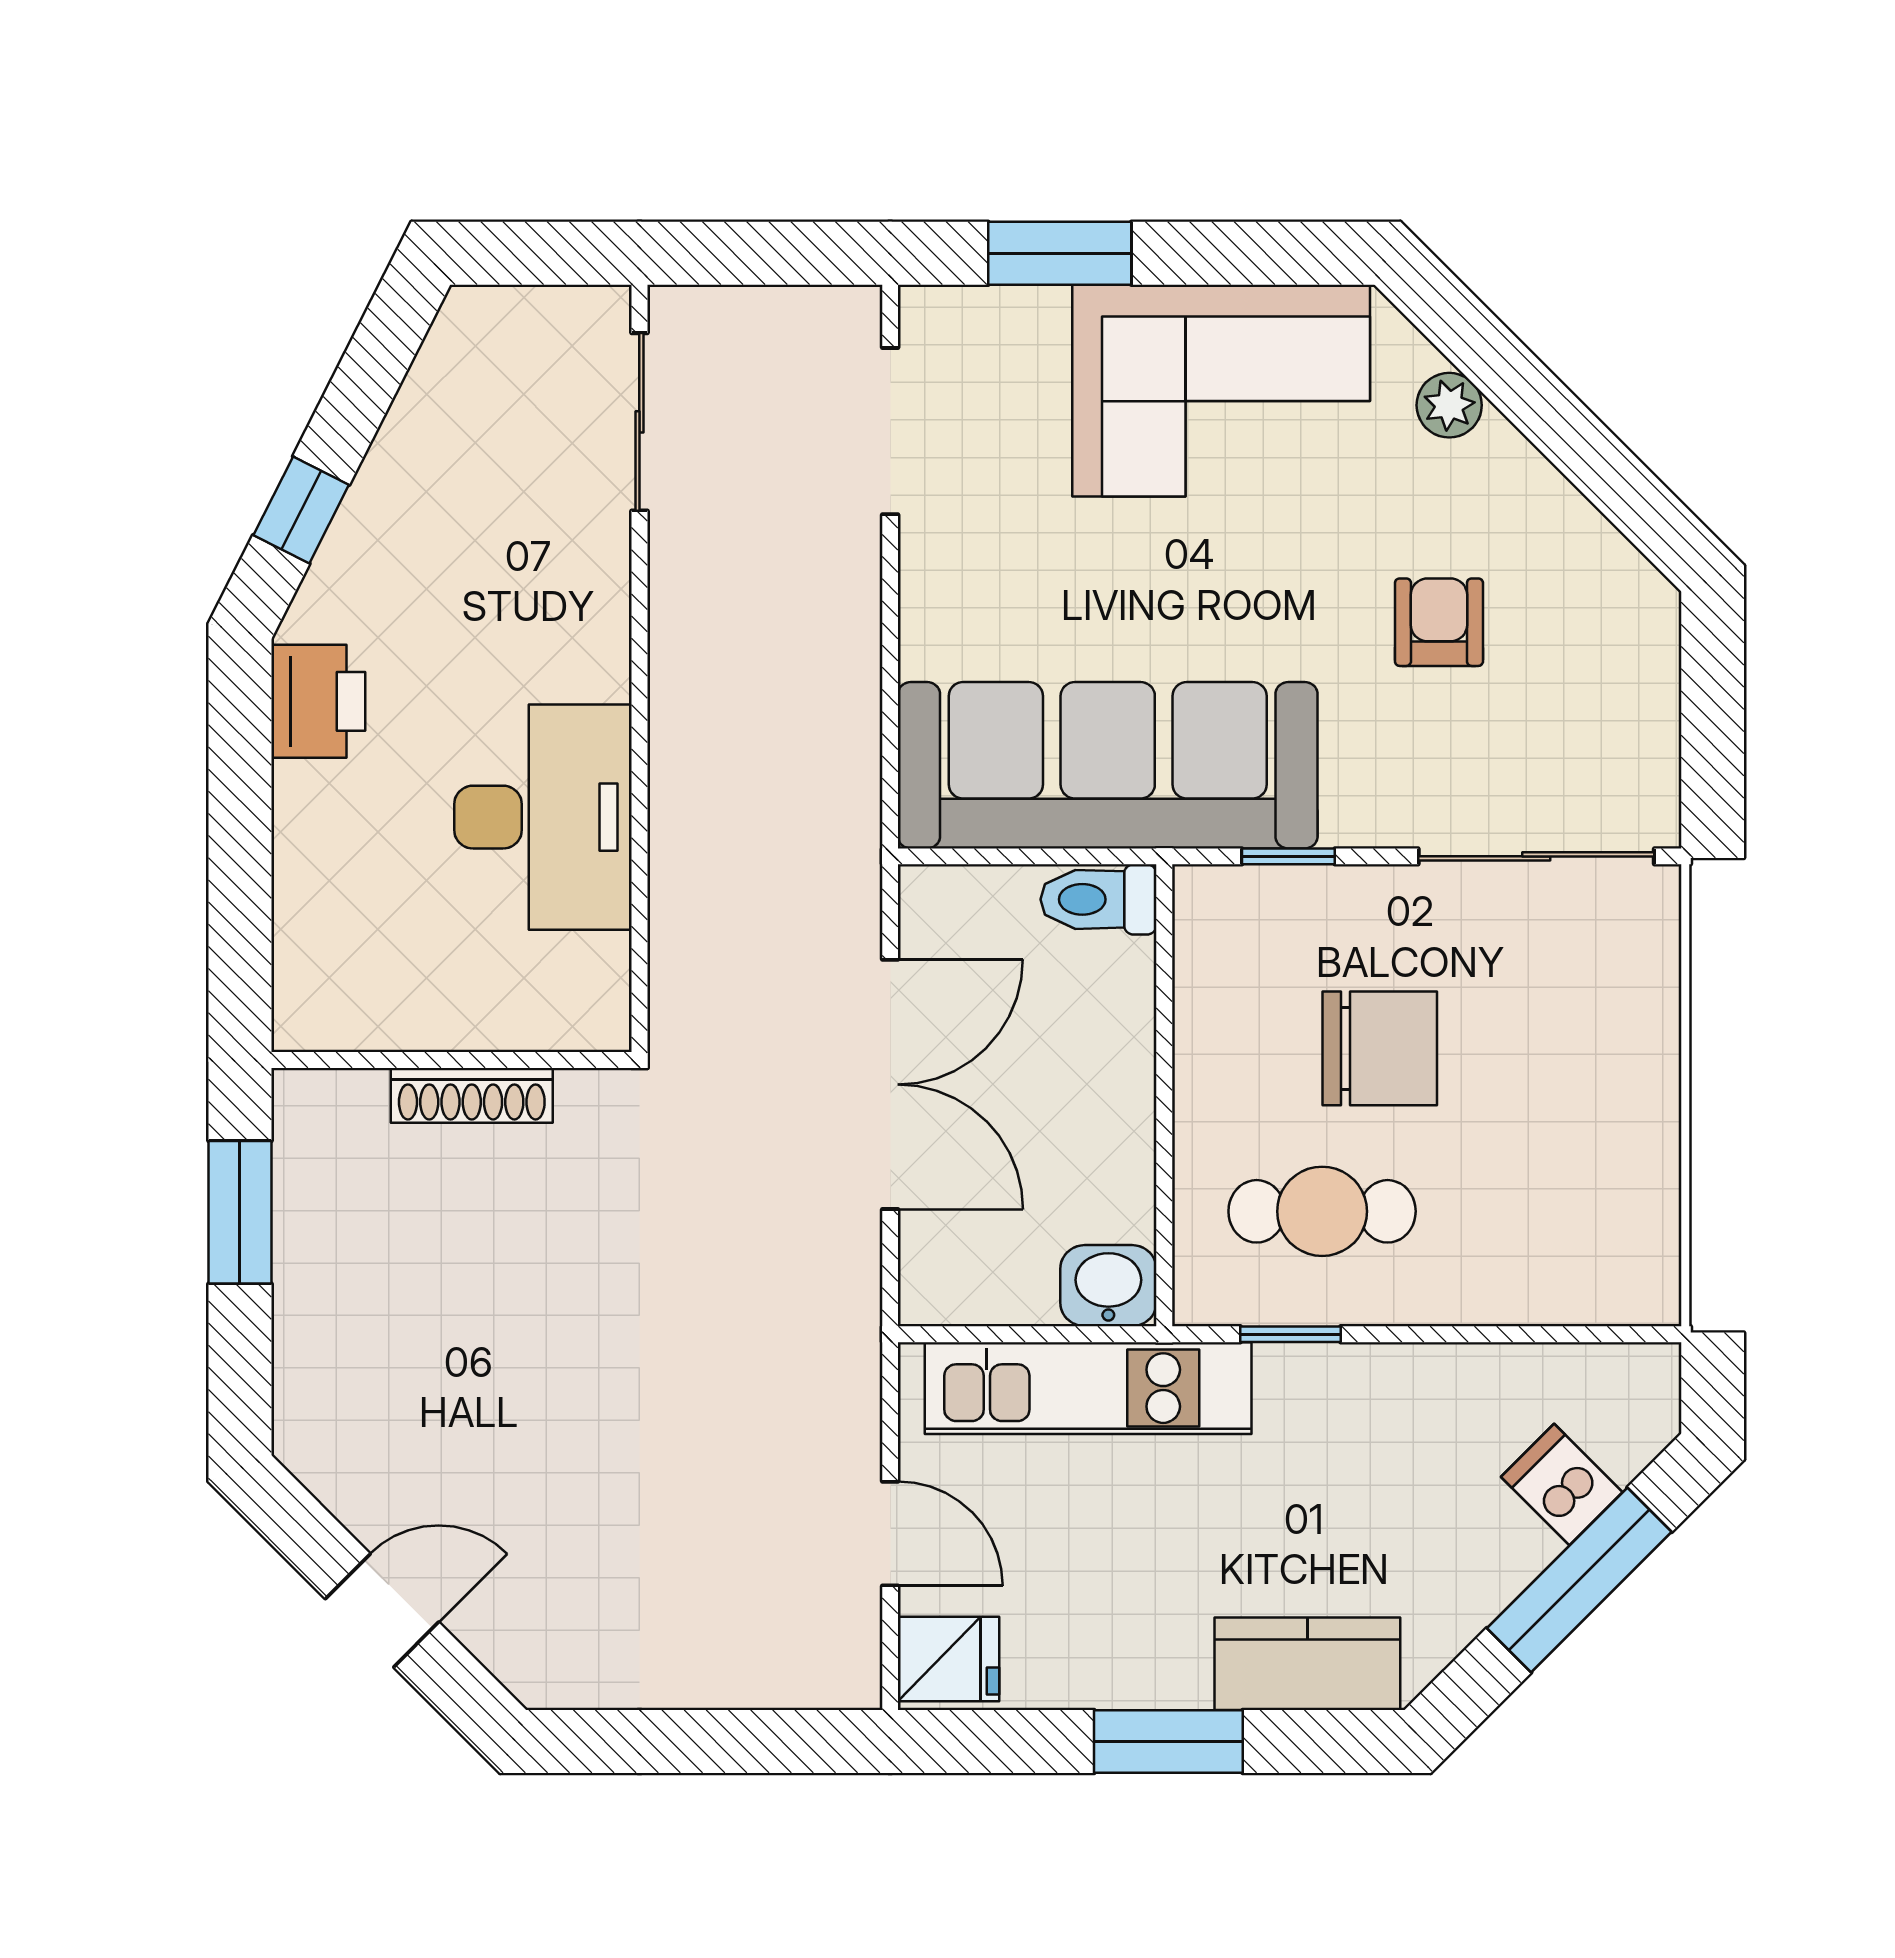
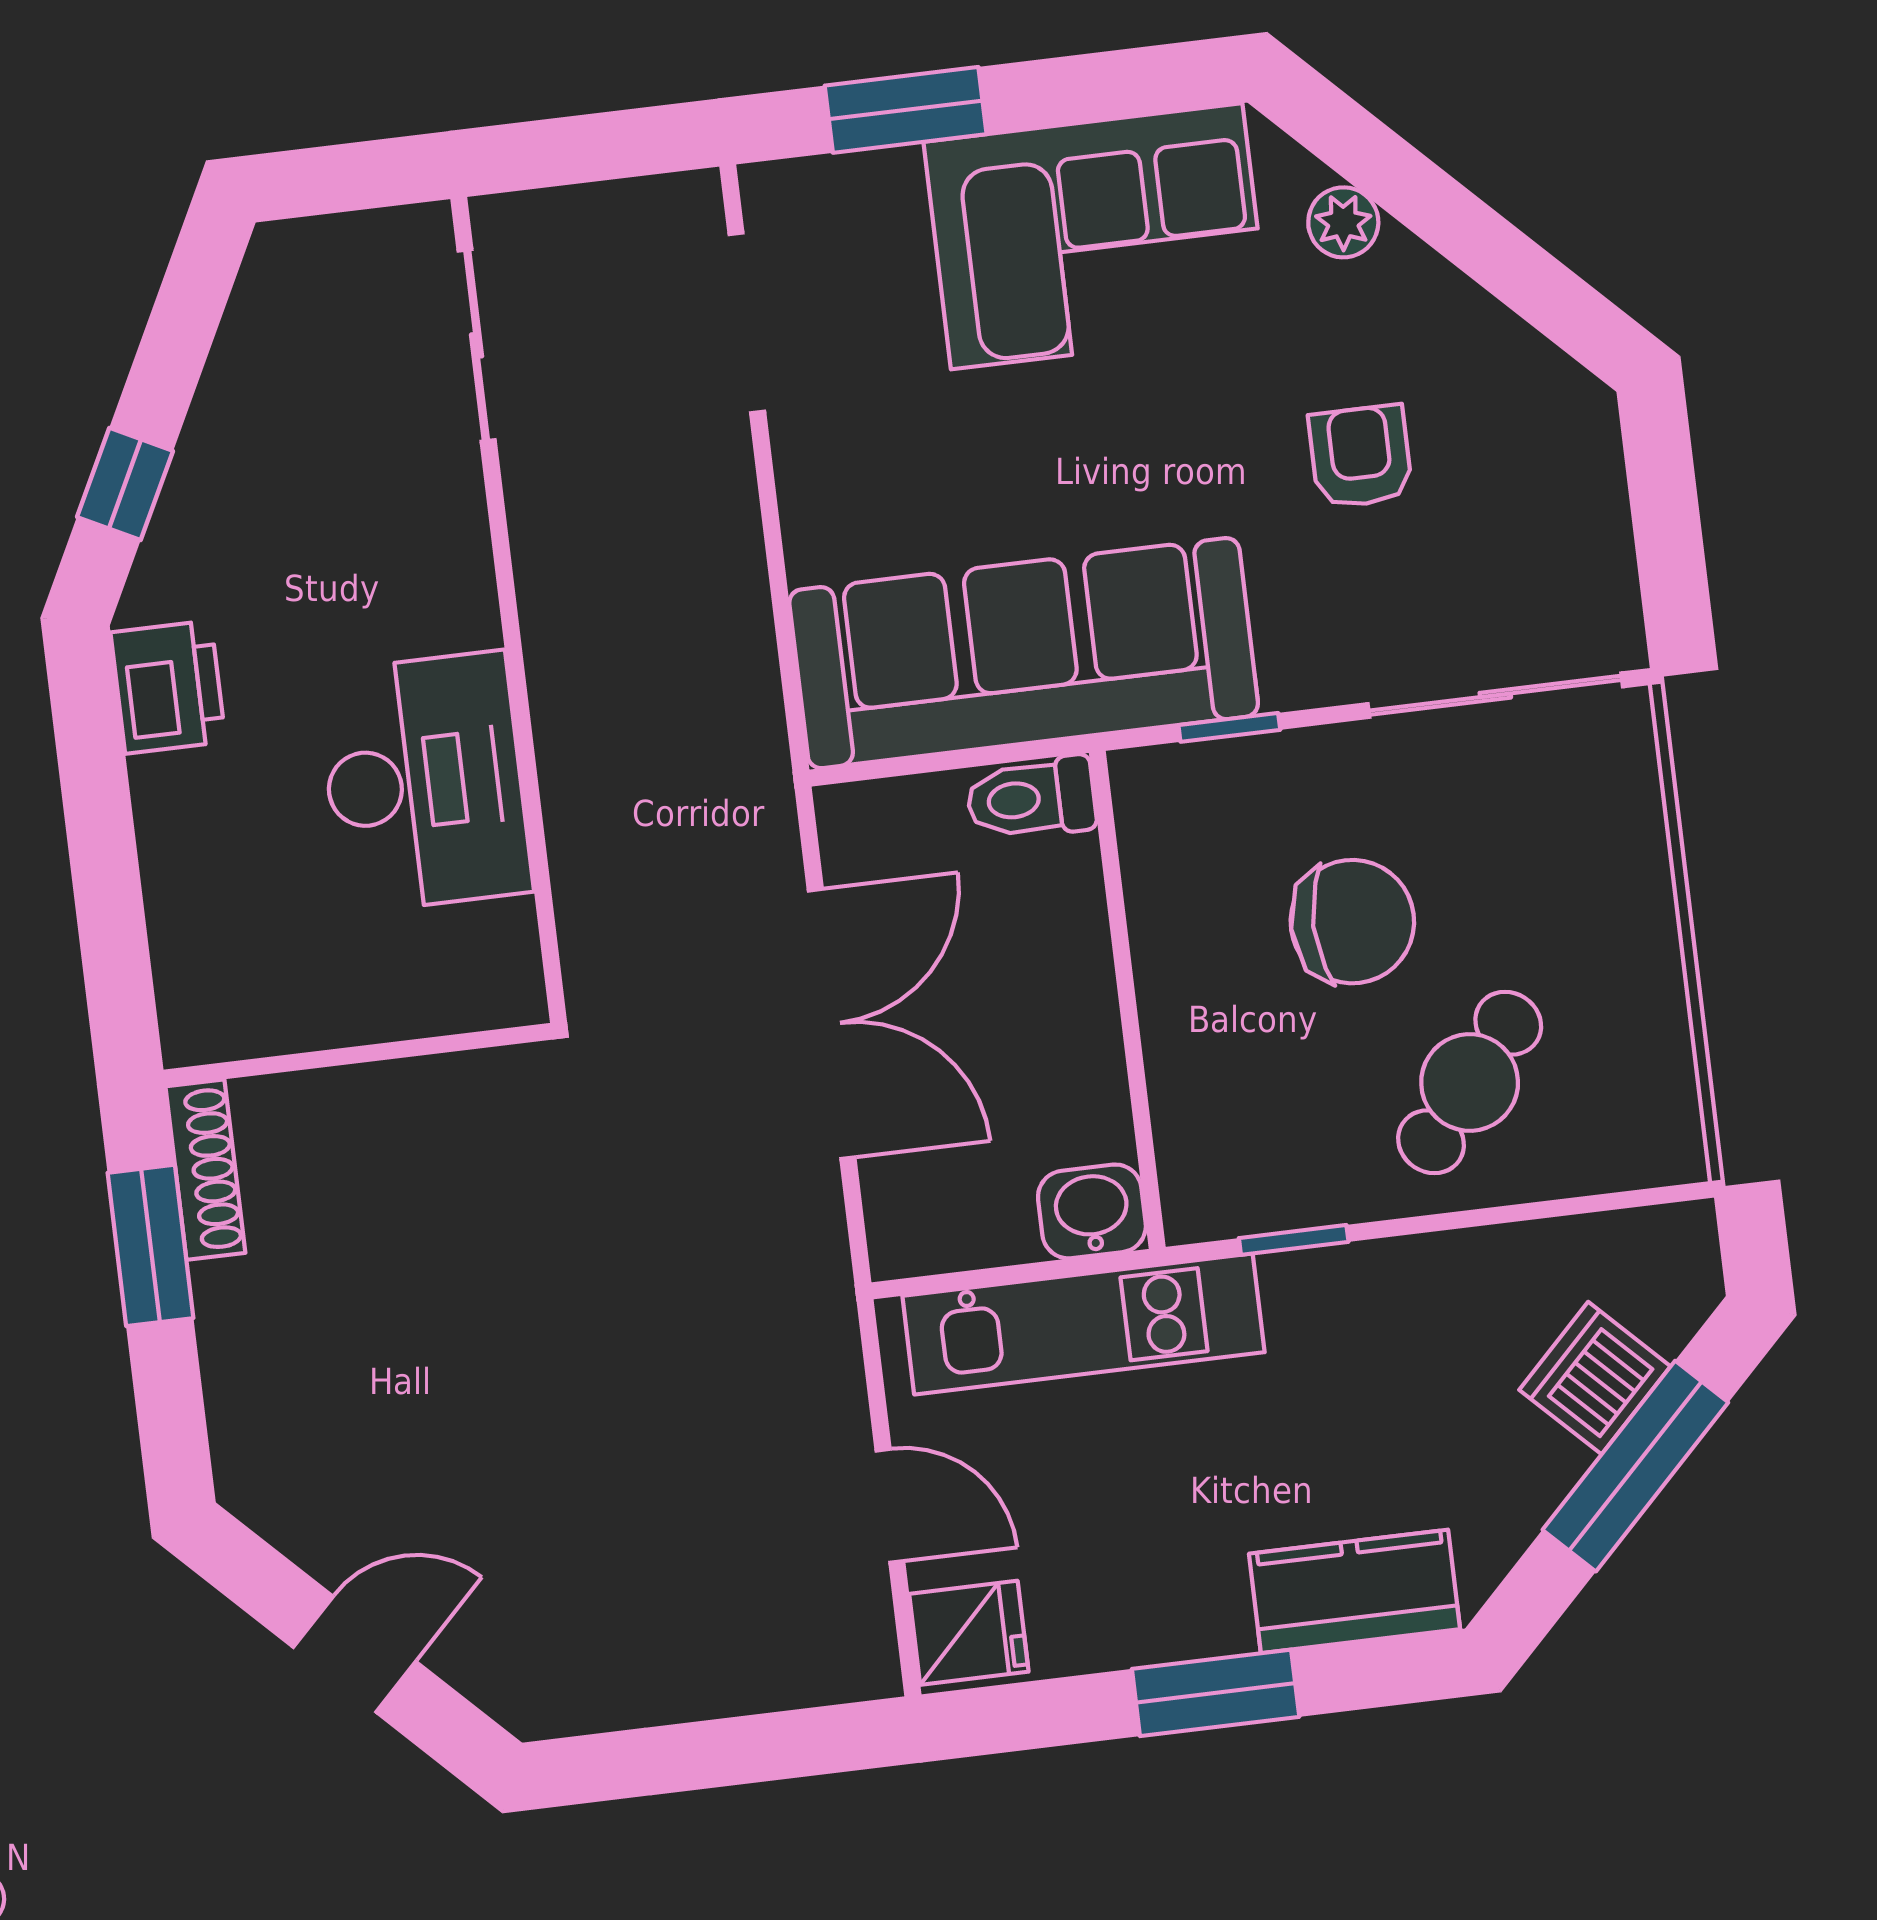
shoe rack: (472, 1095) -> (205, 1170), moved, turned -90
cafe table: (1322, 1211) -> (1470, 1082), moved, turned -50
dishwasher: (1562, 1485) -> (1595, 1378), width x1.38

